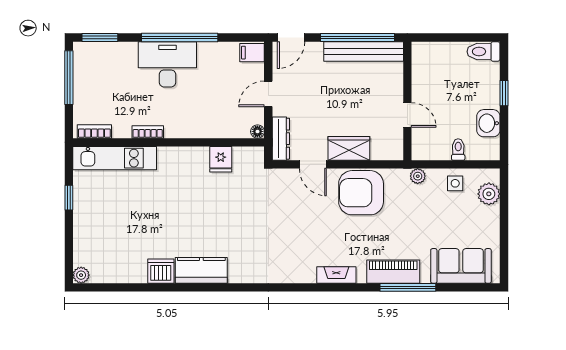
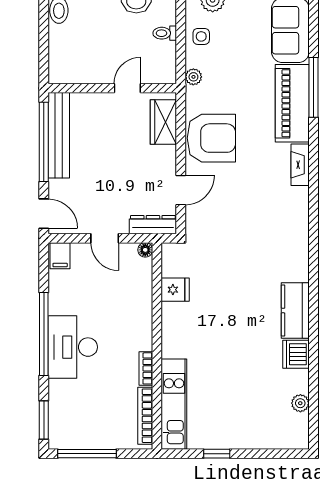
bookcase: (94, 131) -> (145, 416), width x1.56
wardrobe: (349, 148) -> (163, 122), moved
armchair: (361, 193) -> (211, 138), turned -90
piano: (393, 272) -> (292, 103), width x1.37, depth x1.33
plant: (81, 275) -> (300, 403), moved

